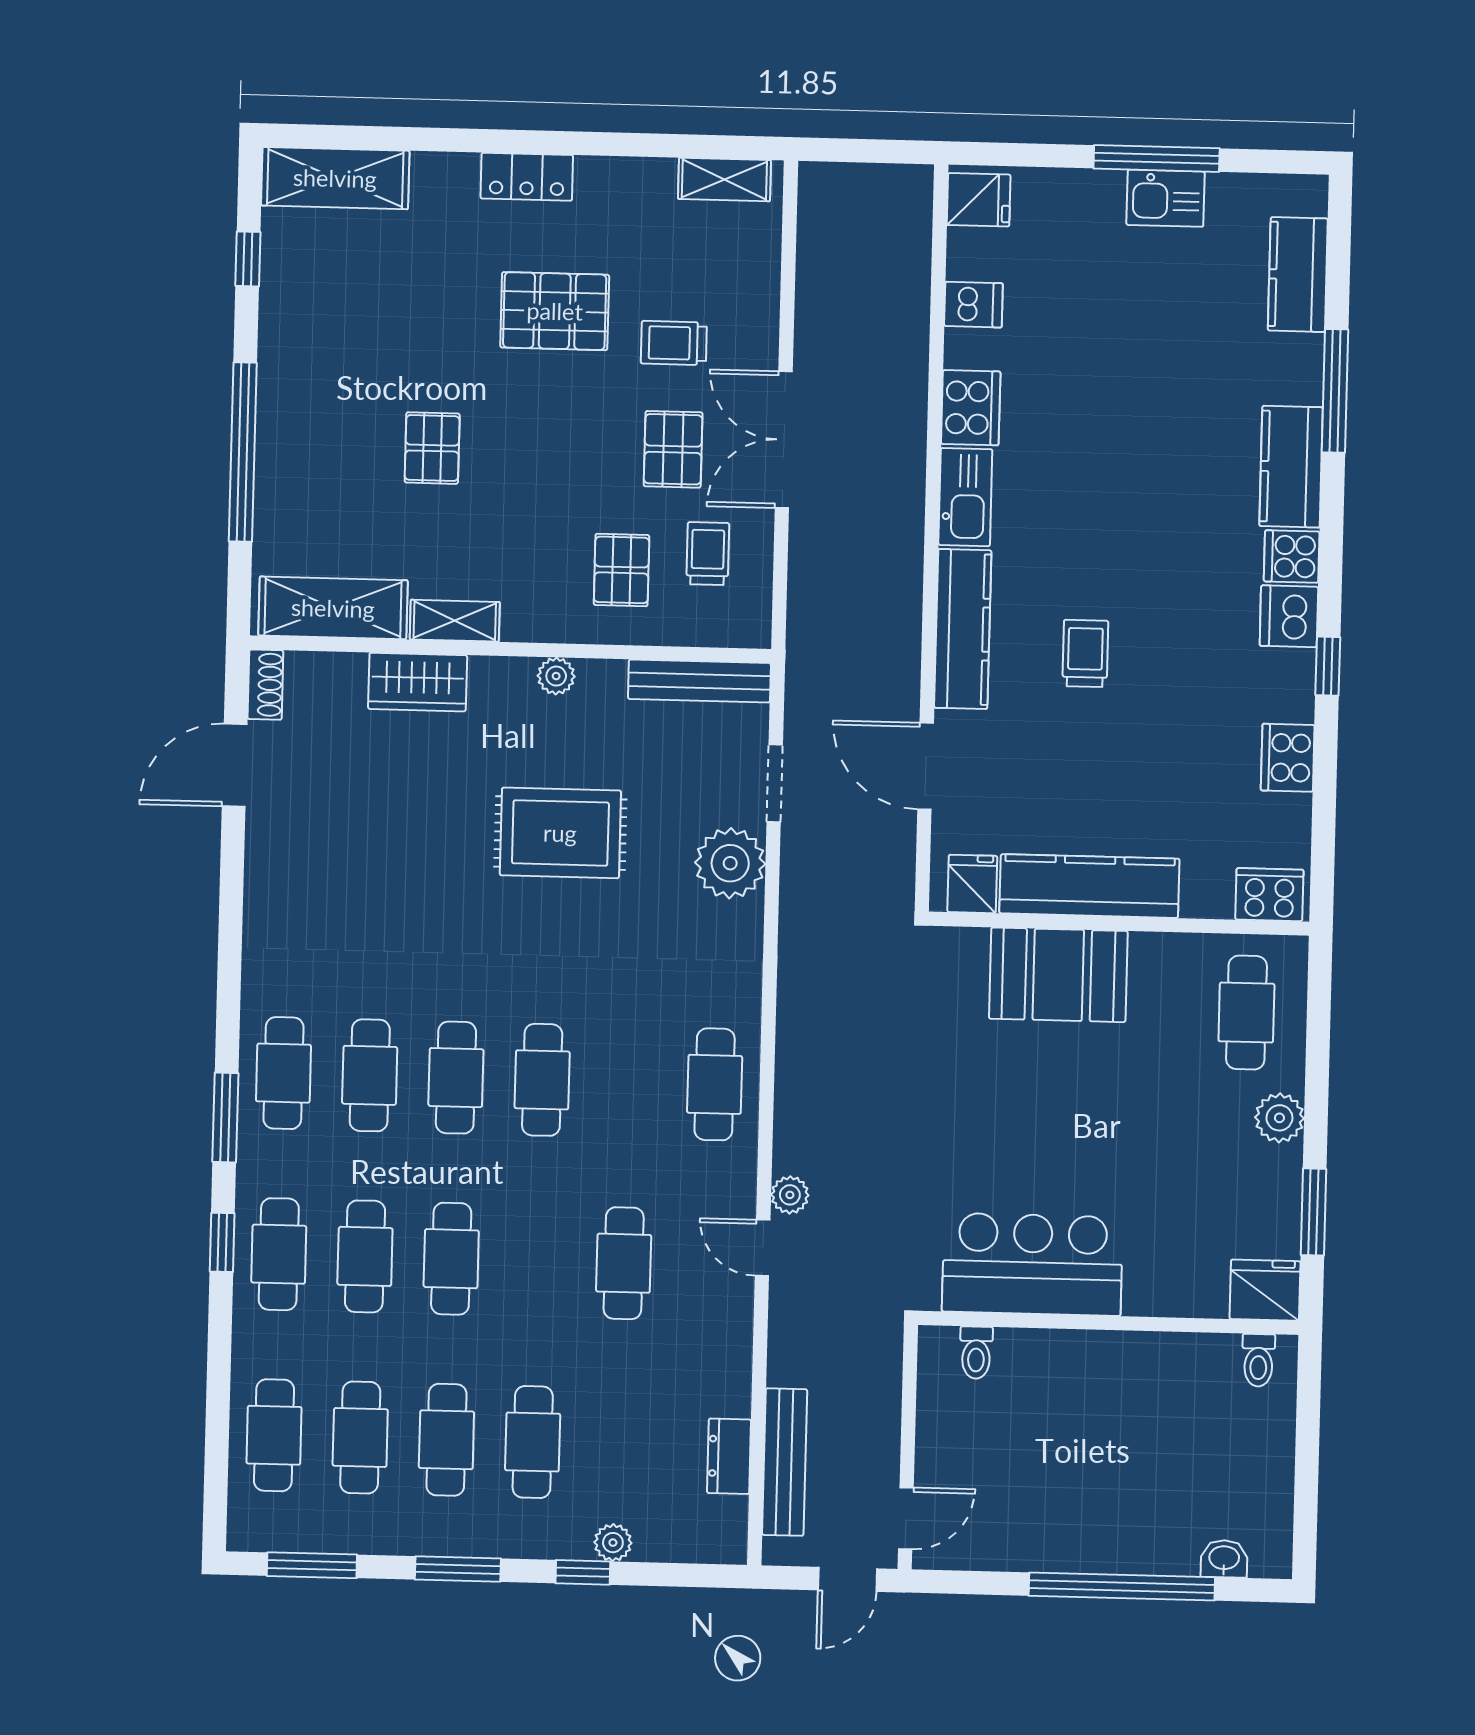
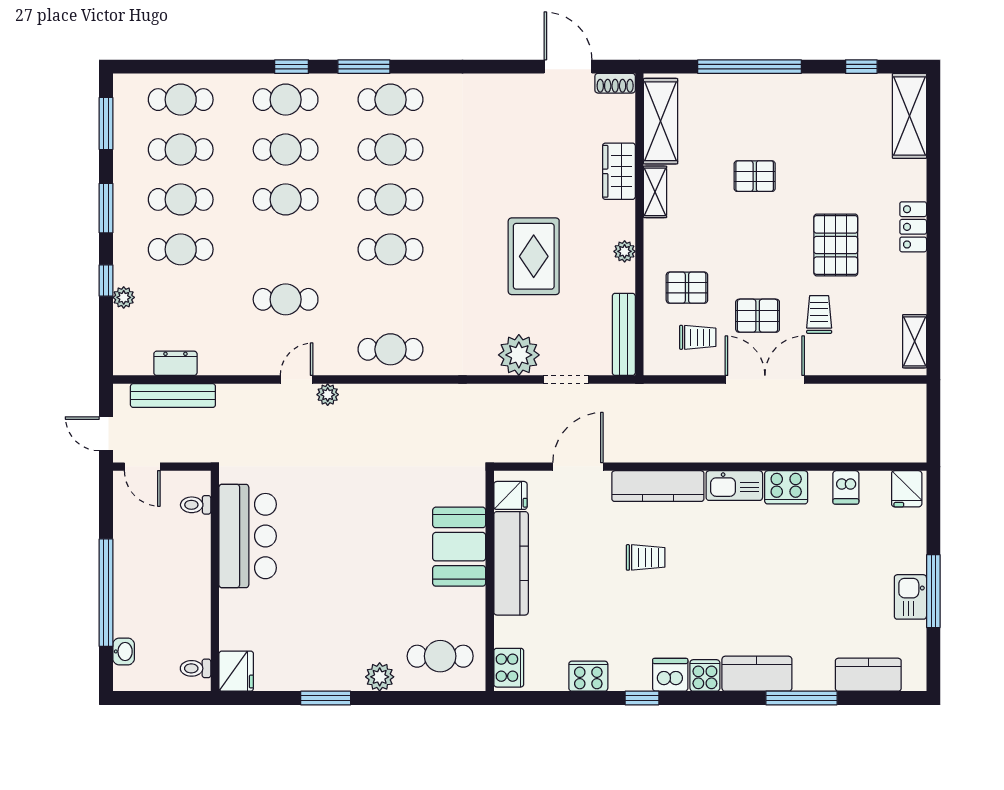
bar counter: (1032, 1264) -> (248, 536), moved
fridge: (1265, 1290) -> (236, 671), moved
wall: (1108, 1323) -> (215, 581), moved
toilet: (976, 1353) -> (196, 505), moved
toilet: (1258, 1360) -> (196, 668), moved

